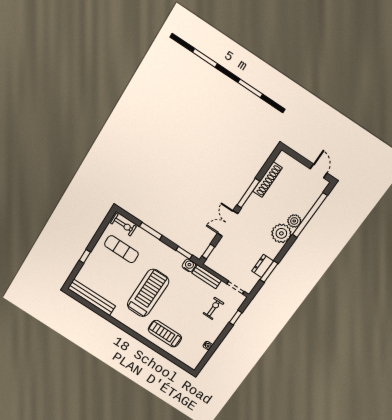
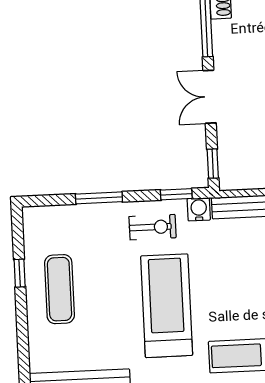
exercise bike: (123, 225) -> (153, 227), moved
exercise mat: (121, 249) -> (59, 289), moved, turned 90
window: (85, 256) -> (20, 273), moved

